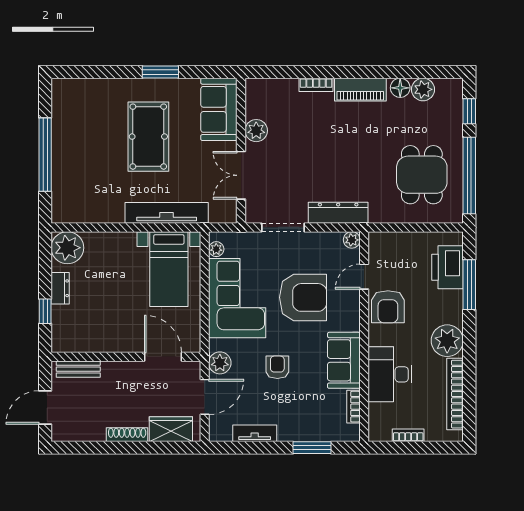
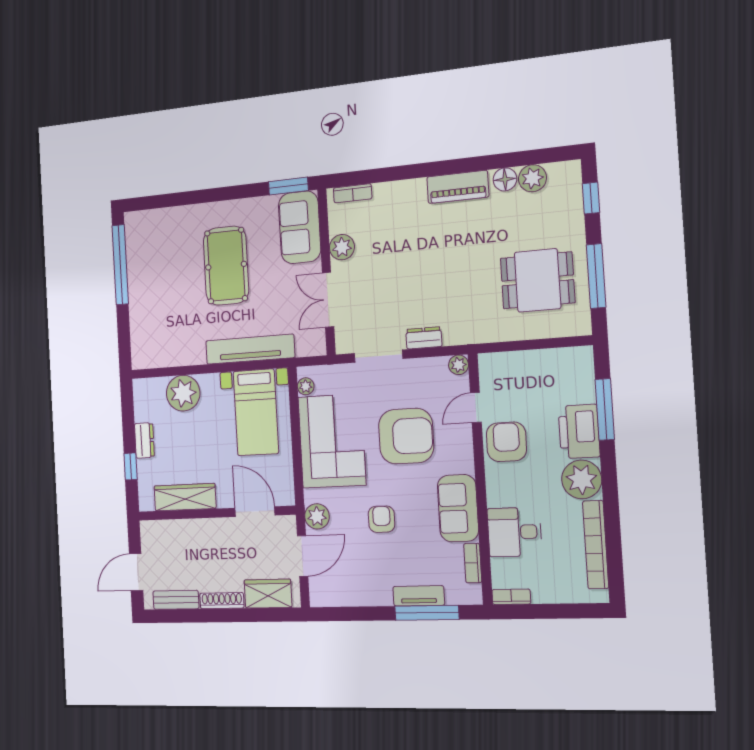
window: (160, 72) -> (288, 186), moved
bookcase: (316, 85) -> (353, 193), moved
window: (45, 155) -> (120, 265), moved
dining table: (422, 175) -> (538, 280), turned 90
window: (469, 175) -> (596, 276), width x0.68
dresser: (338, 213) -> (424, 338), width x0.51, depth x0.80
plant: (67, 248) -> (183, 393), moved
printer: (448, 267) -> (579, 431), moved
armchair: (388, 307) -> (506, 442), turned 180
wardrobe: (97, 341) -> (185, 497), added
bench: (78, 369) -> (176, 600), moved
desk: (390, 374) -> (514, 532), width x0.73
tv unit: (255, 433) -> (419, 596), moved
bookcase: (408, 435) -> (511, 597), moved
window: (312, 448) -> (427, 613), width x1.44

